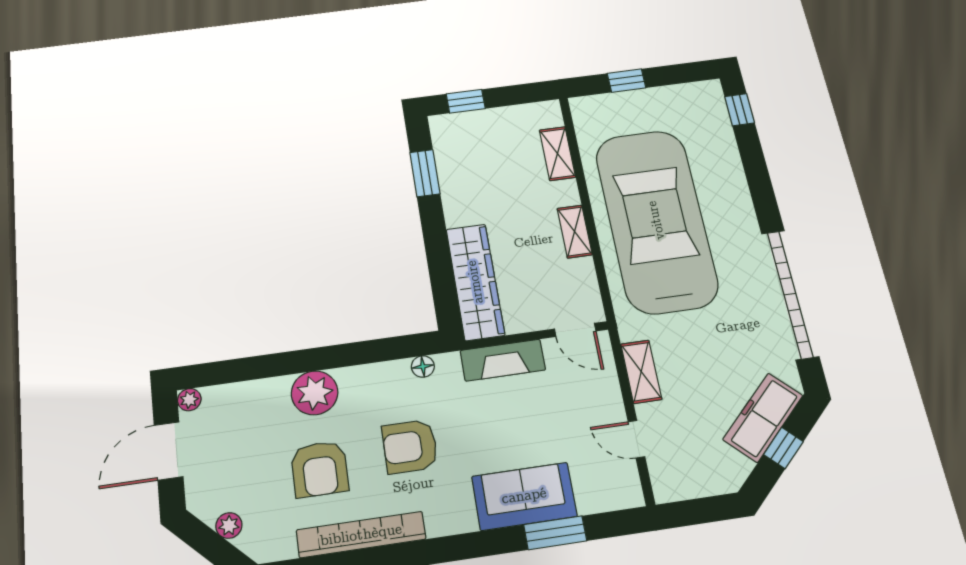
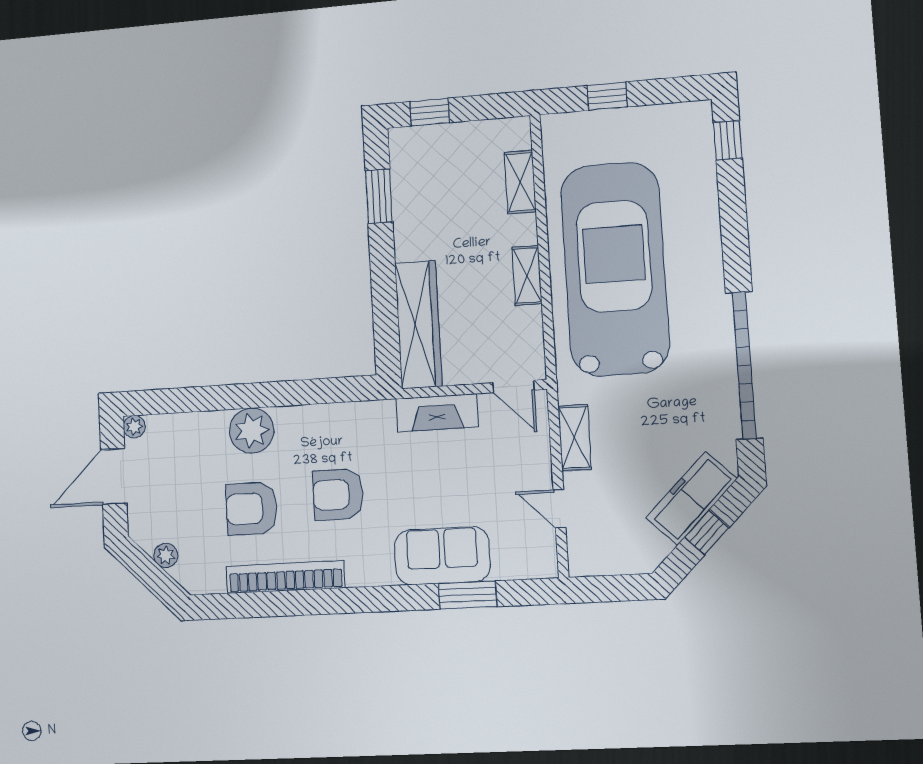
floor lamp: (423, 366) -> (358, 412), removed
armchair: (320, 469) -> (252, 509), turned 90

